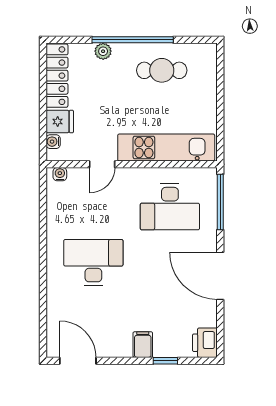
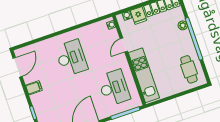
cafe table: (162, 70) -> (189, 69), moved
door: (102, 164) -> (124, 45), hinge flipped
desk: (170, 207) -> (114, 88), turned 180
filing cabinet: (143, 345) -> (34, 88), moved

